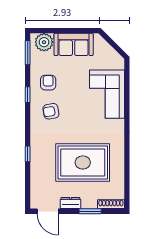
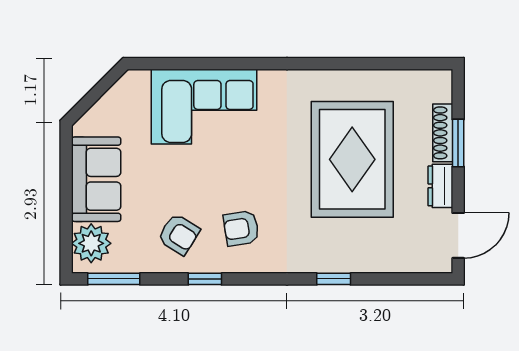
armchair: (48, 83) -> (179, 234), turned -148
armchair: (51, 111) -> (241, 228), turned 91
shoe rack: (111, 204) -> (443, 133), moved

